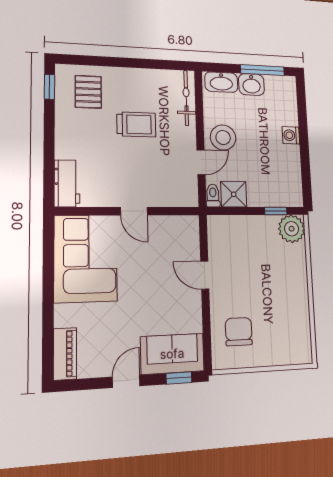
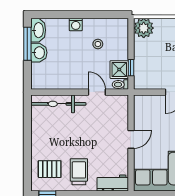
washbasin: (221, 82) -> (38, 30), moved
bicycle: (186, 98) -> (58, 104), width x1.37, depth x1.40
trolley: (136, 124) -> (79, 172), moved
stool: (223, 138) -> (98, 44), moved, width x0.53, depth x0.53
window: (276, 211) -> (131, 68), moved

